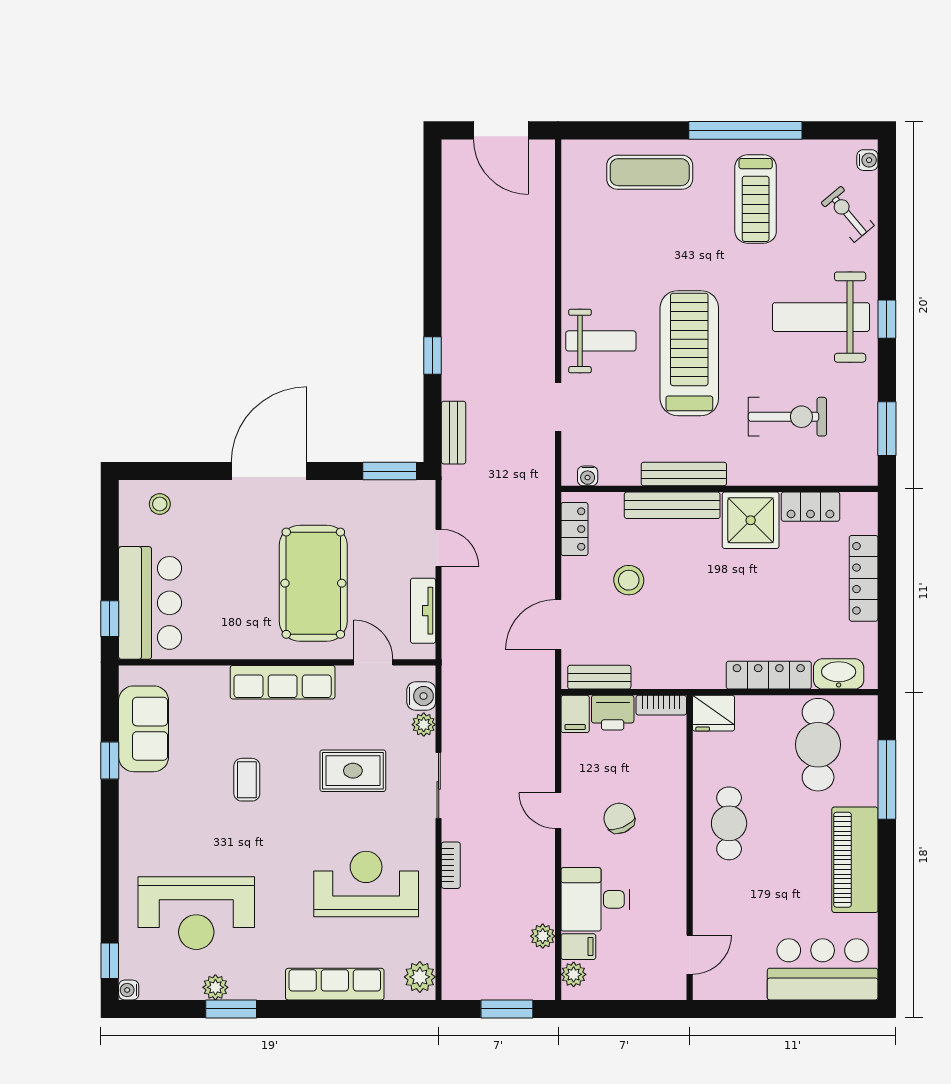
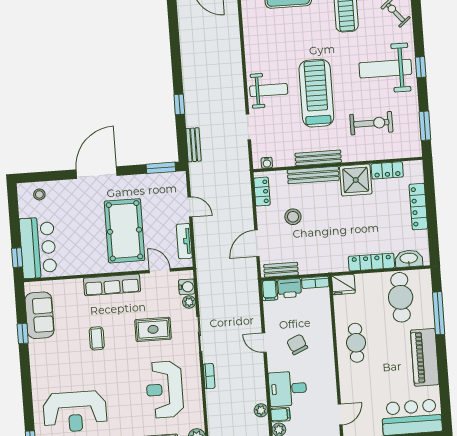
reception desk: (366, 884) -> (165, 389), turned -90

